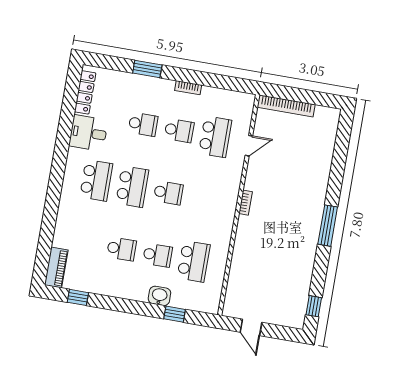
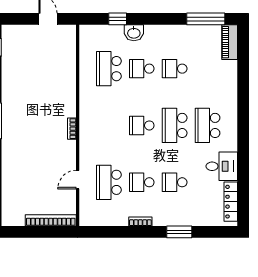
window: (78, 297) -> (206, 19), width x2.17

